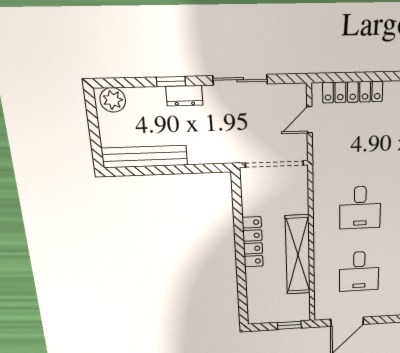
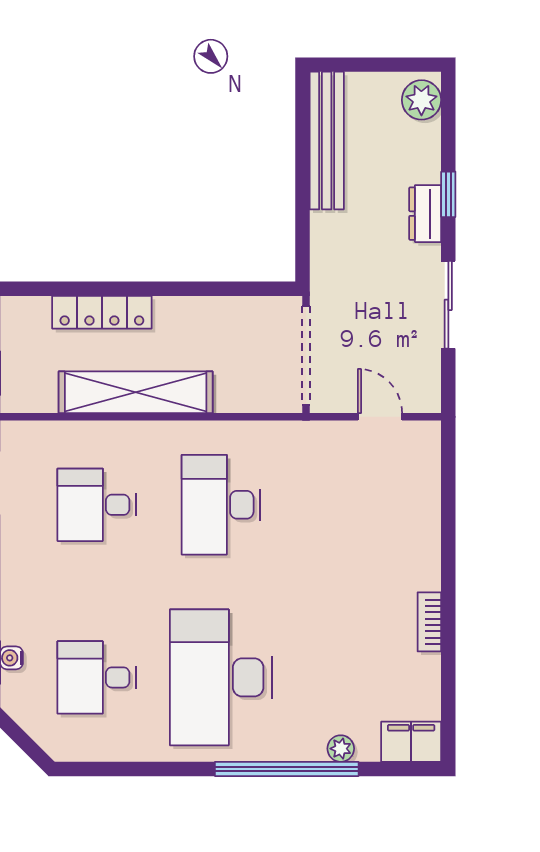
locker: (353, 92) -> (424, 489), removed
desk: (360, 208) -> (221, 505), width x1.37
locker: (253, 242) -> (102, 312), moved

